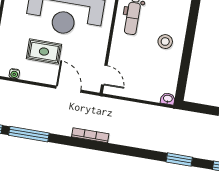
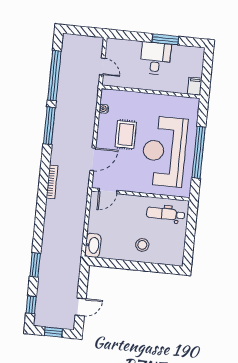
washbasin: (168, 99) -> (93, 245), width x1.91, depth x1.45

